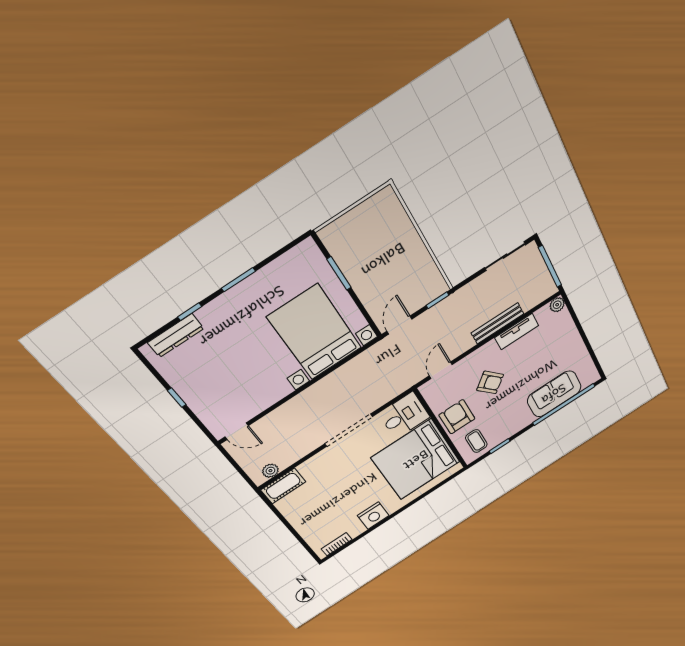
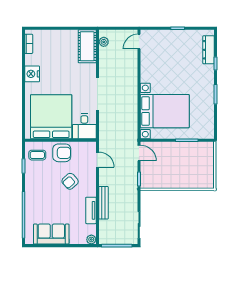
sofa: (554, 394) -> (51, 234), moved, turned -90
cot: (283, 486) -> (87, 46), width x1.37, depth x1.34

